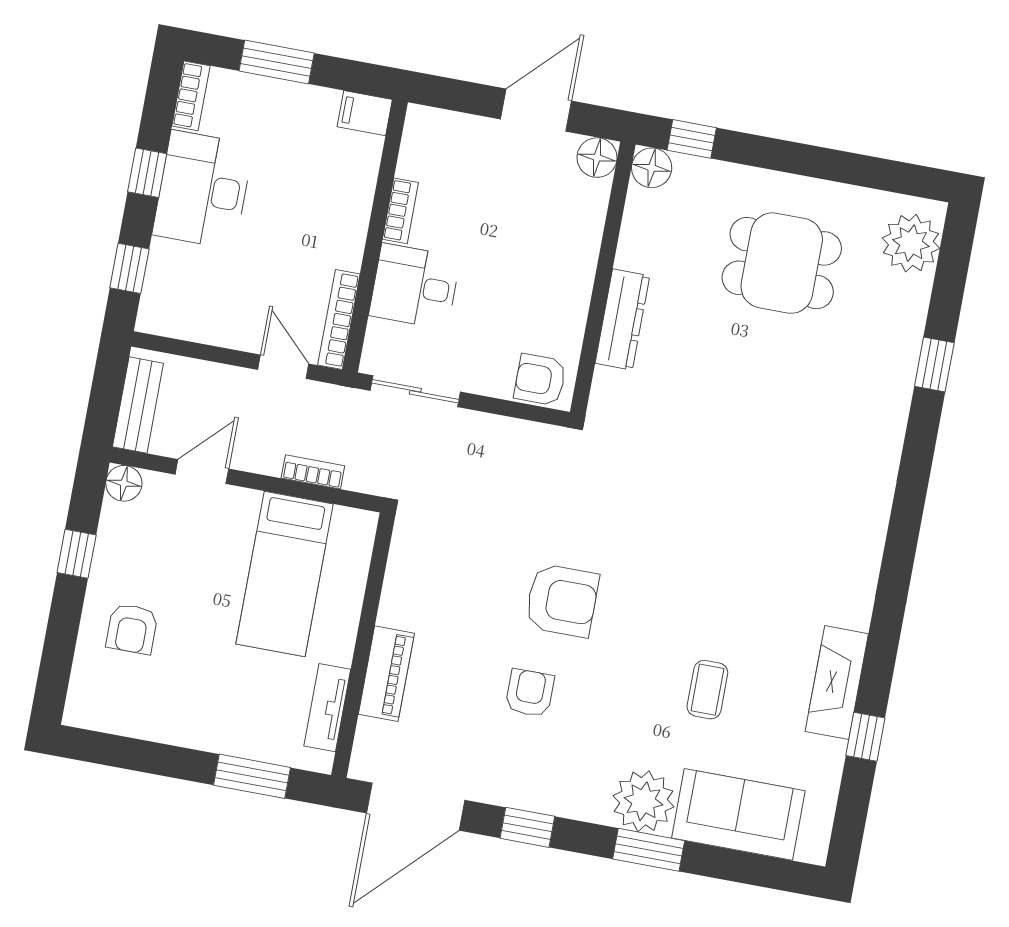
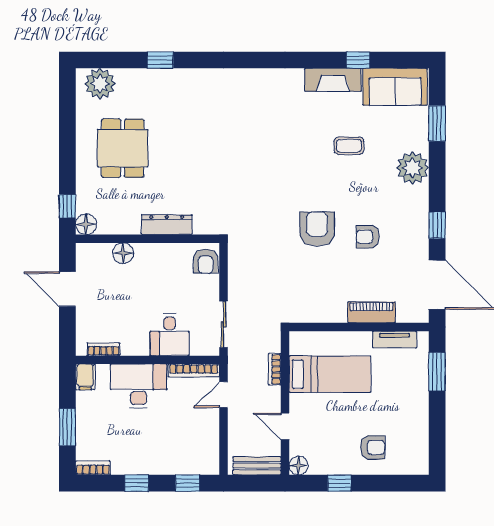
floor lamp: (597, 158) -> (123, 253), moved
desk: (203, 190) -> (139, 386), moved, turned 180
bookcase: (400, 211) -> (103, 349), moved
sofa: (738, 814) -> (395, 87), moved, turned -90
window: (649, 850) -> (437, 123), moved

